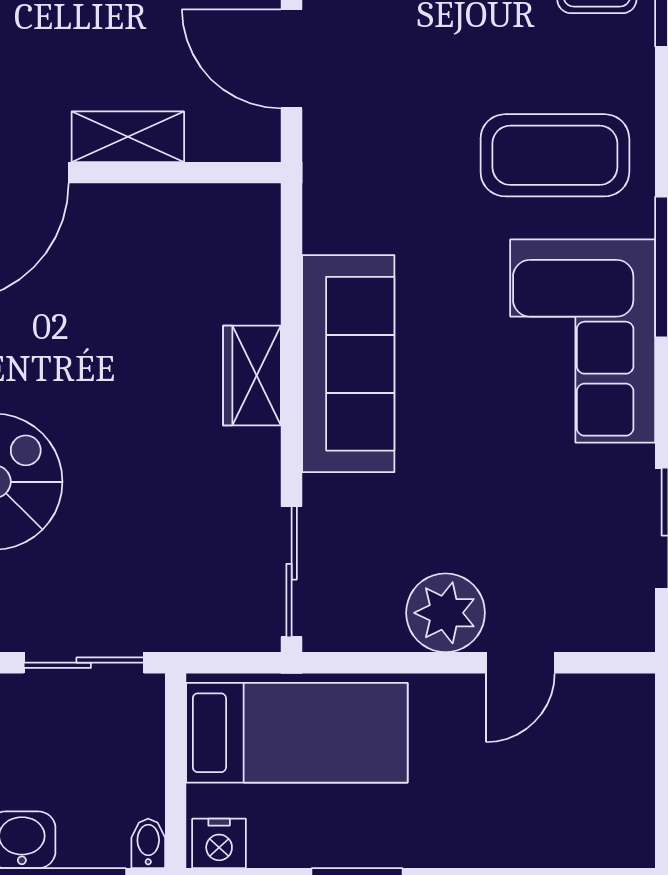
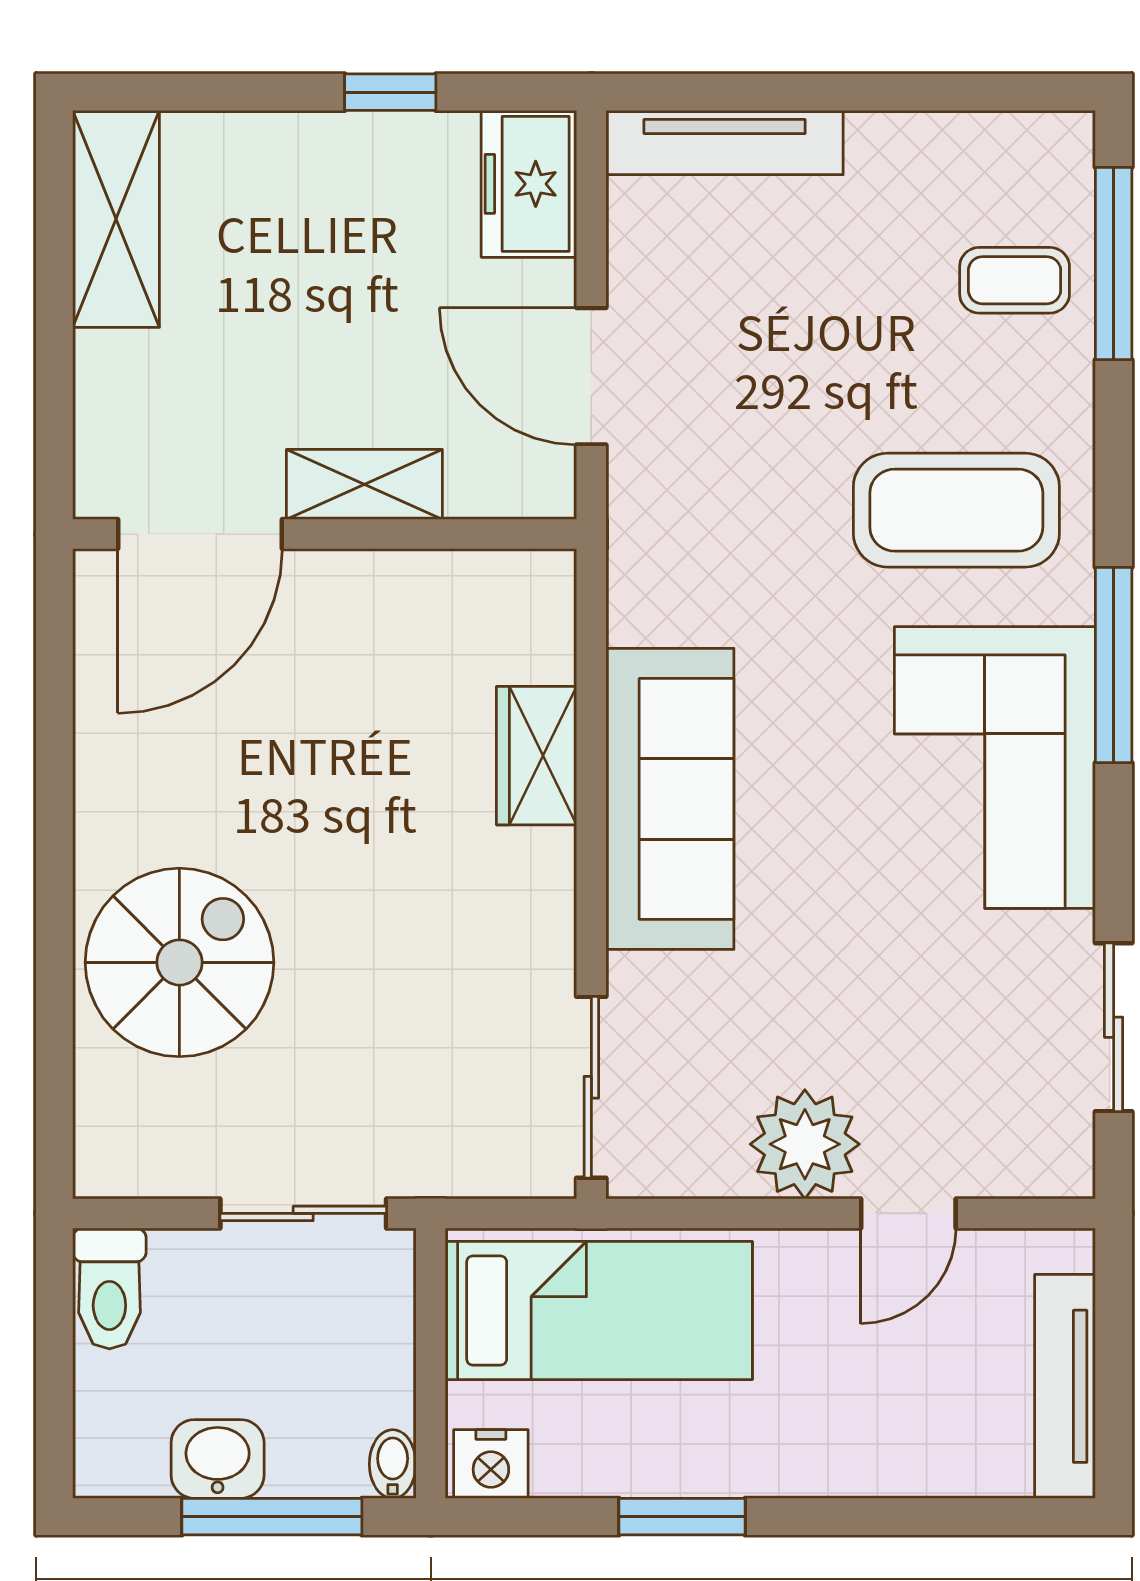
wardrobe: (252, 376) -> (537, 756), moved
tv unit: (633, 787) -> (1065, 1386), added

